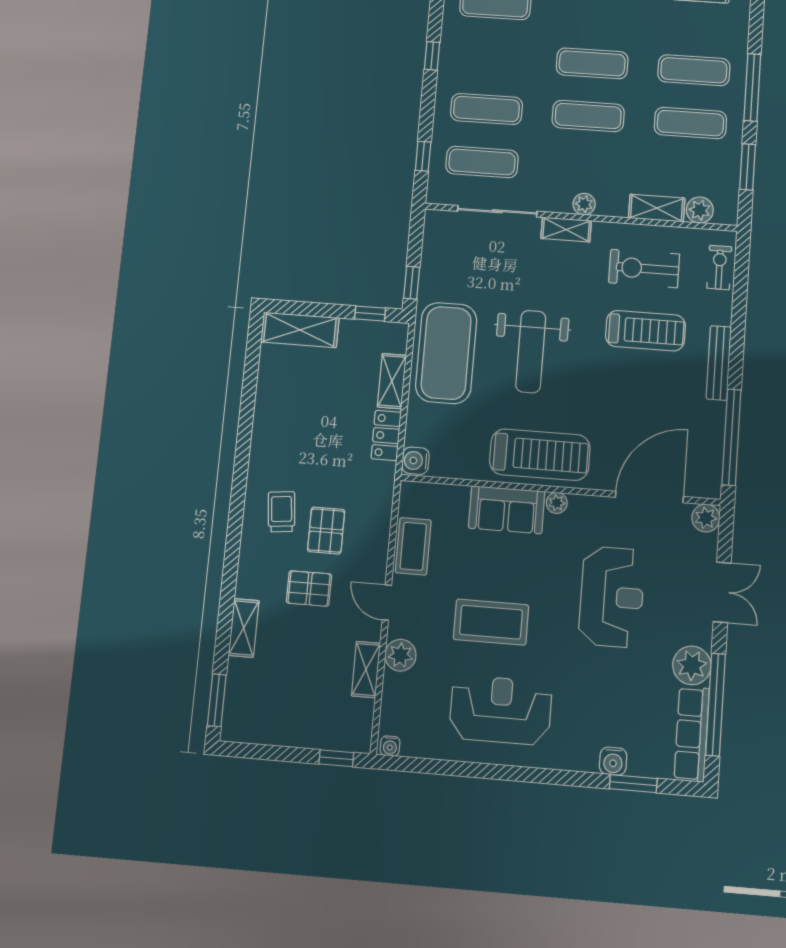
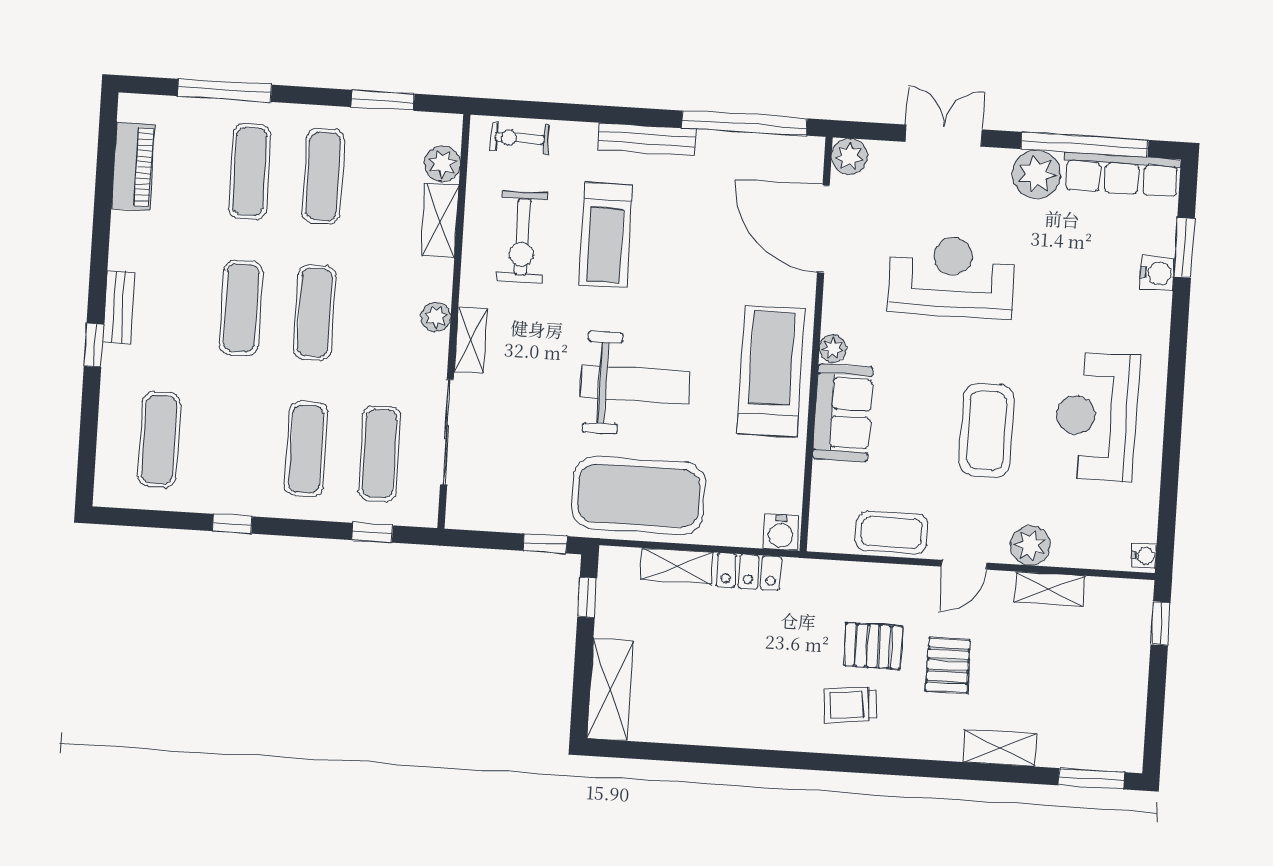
window: (752, 87) -> (225, 90), moved
treadmill: (645, 331) -> (606, 235), turned 180

